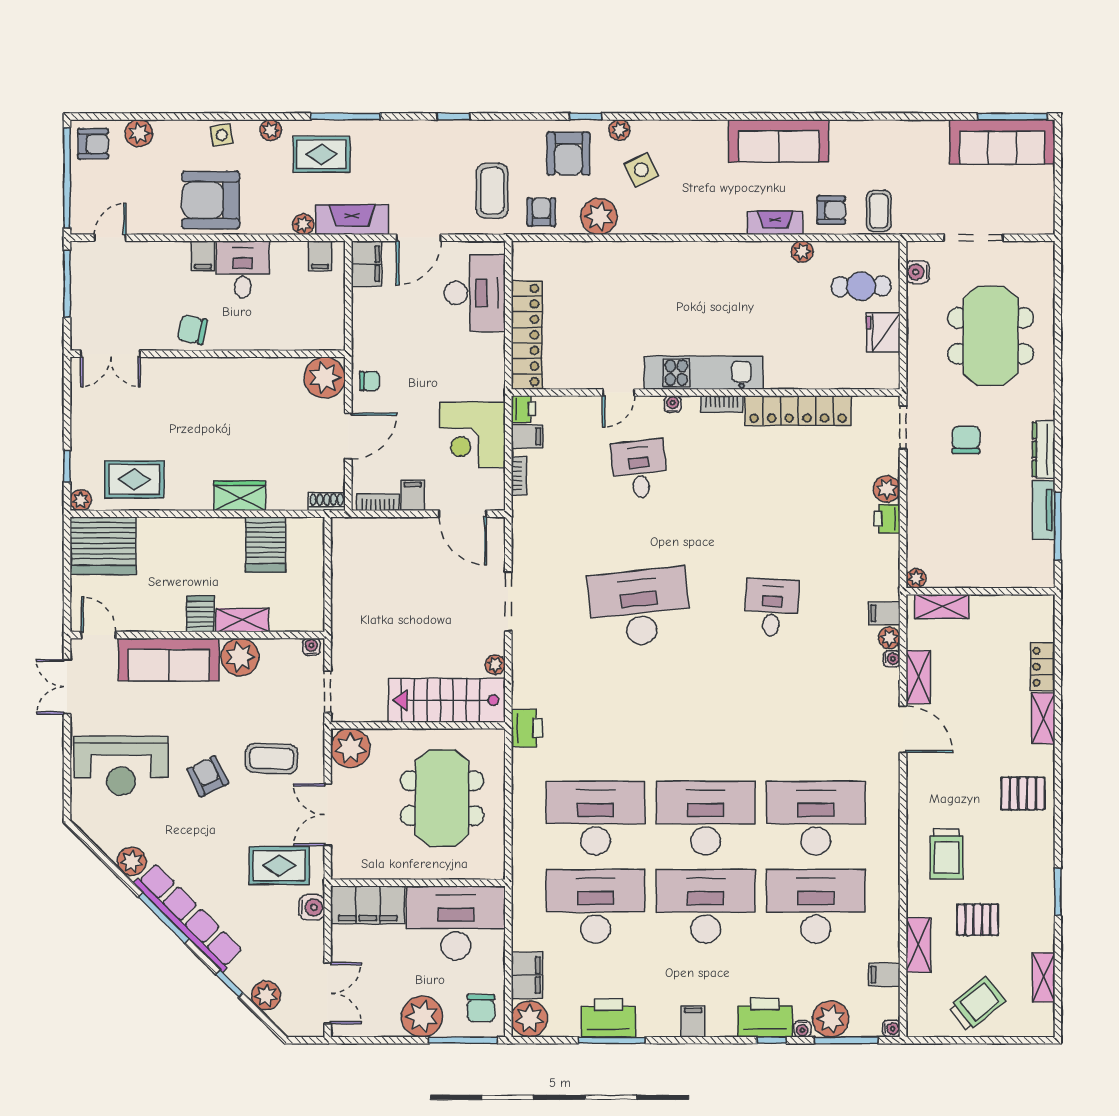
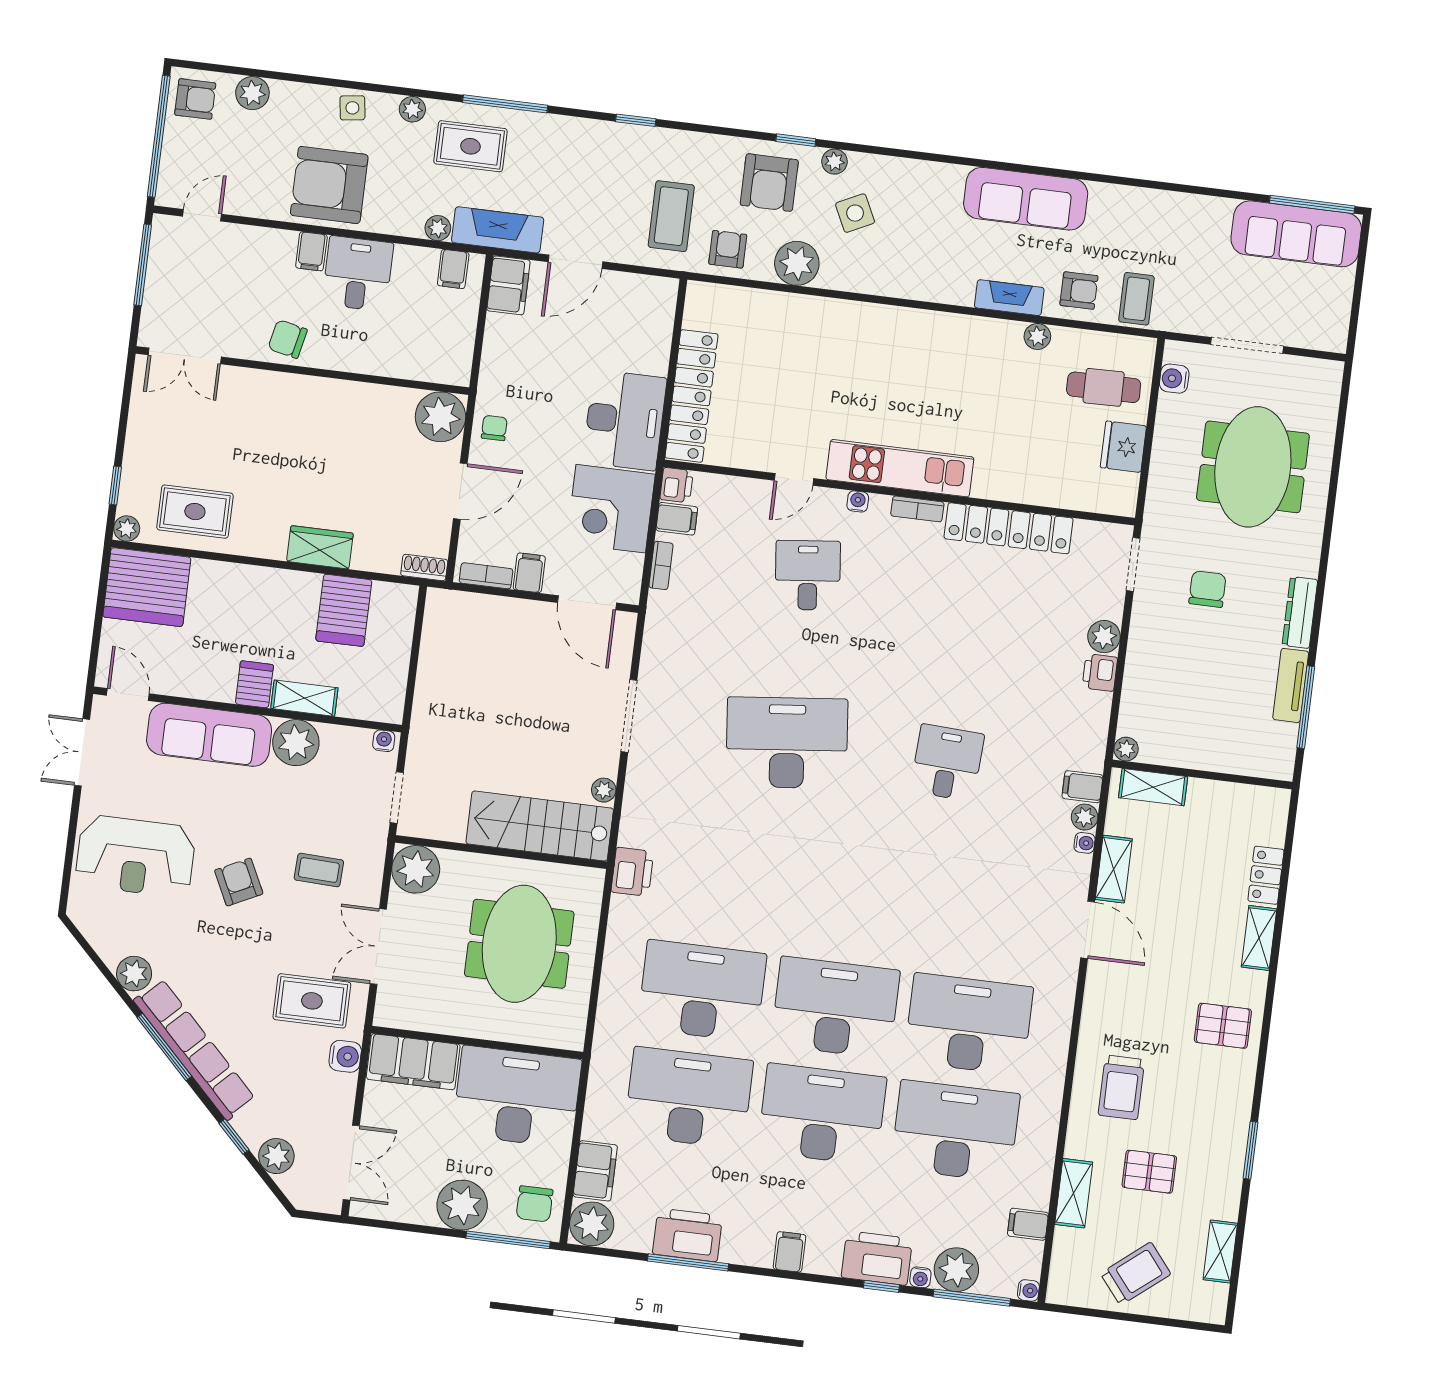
desk: (475, 293) -> (625, 420), moved
chair: (370, 381) -> (494, 428), turned -90
coffee table: (272, 758) -> (319, 870), width x0.73, depth x0.77

